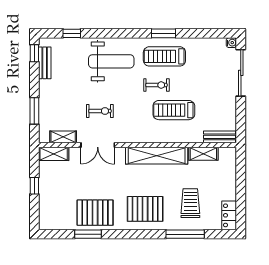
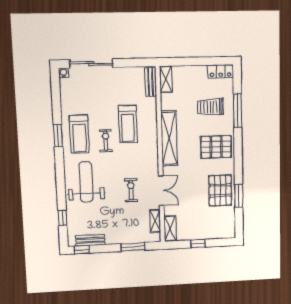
shelving: (203, 154) -> (166, 79), moved
pallet: (145, 209) -> (216, 147), turned 90

